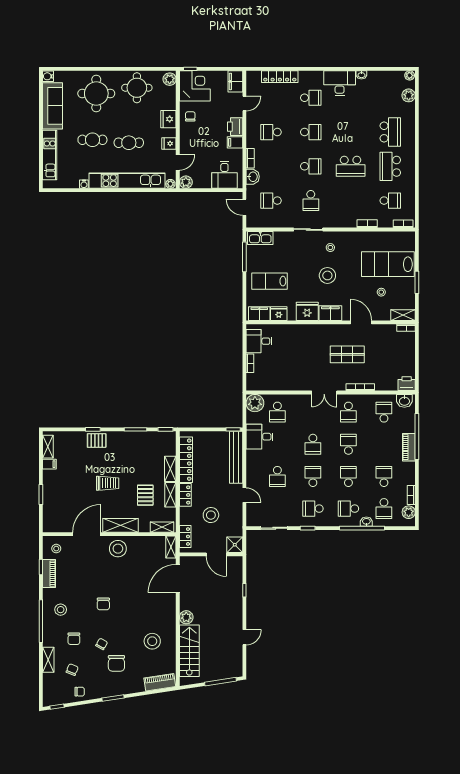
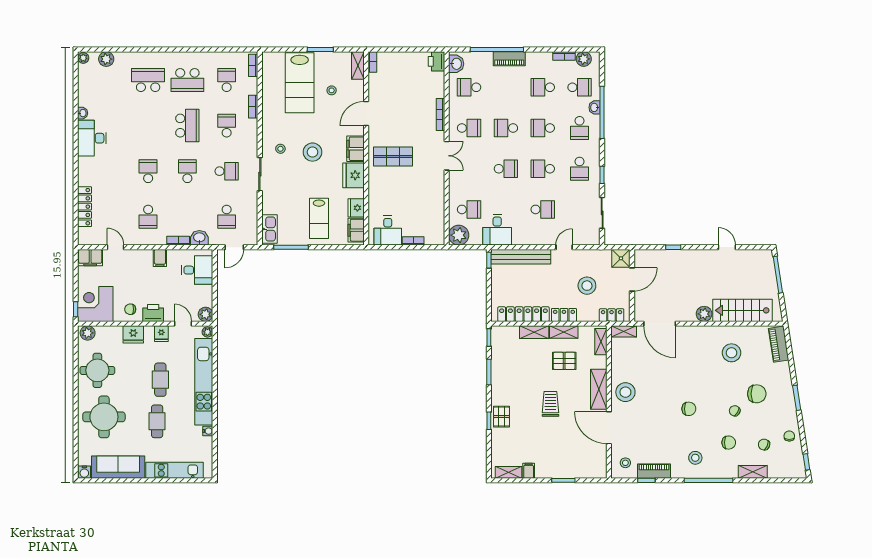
school desk: (311, 98) -> (227, 126), moved
printer: (235, 127) -> (153, 313), moved, turned 180
shop shelf: (347, 354) -> (393, 156), moved, turned 90

